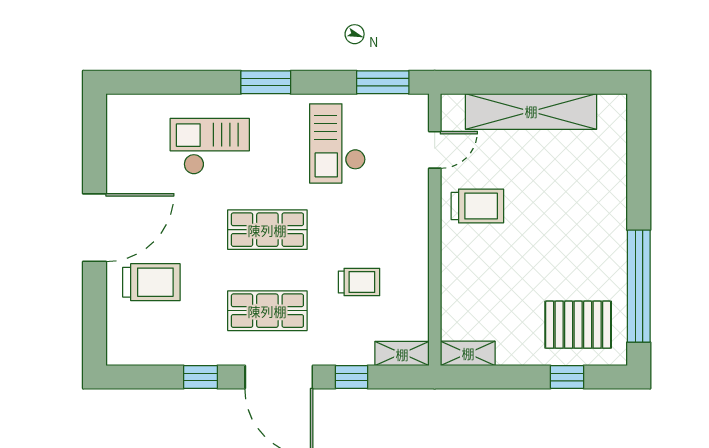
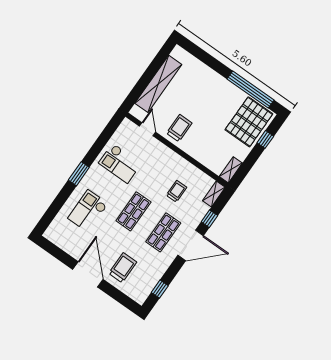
window: (383, 82) -> (109, 131), removed
pallet: (578, 325) -> (249, 122), width x1.37, depth x1.41
window: (201, 377) -> (160, 289), moved

